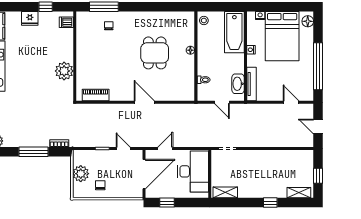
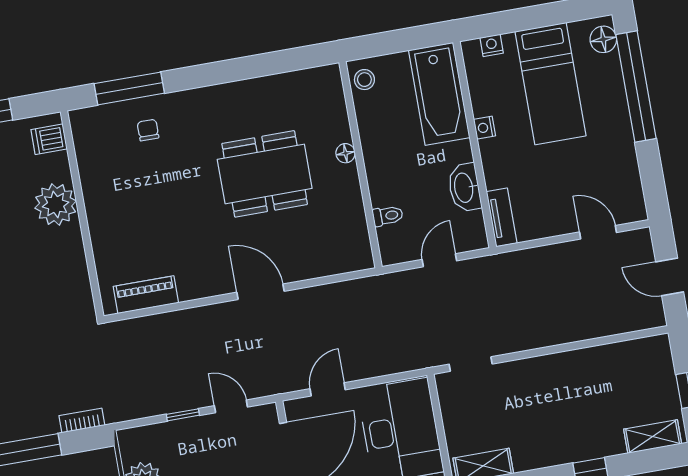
bed: (282, 36) -> (550, 84), width x0.67
dining table: (155, 53) -> (265, 174), width x1.38
window: (318, 66) -> (636, 86), moved
plant: (64, 71) -> (56, 204), moved
washbasin: (238, 84) -> (464, 188), moved
tv unit: (252, 84) -> (502, 217), width x0.71
door: (222, 102) -> (439, 260), swing flipped

